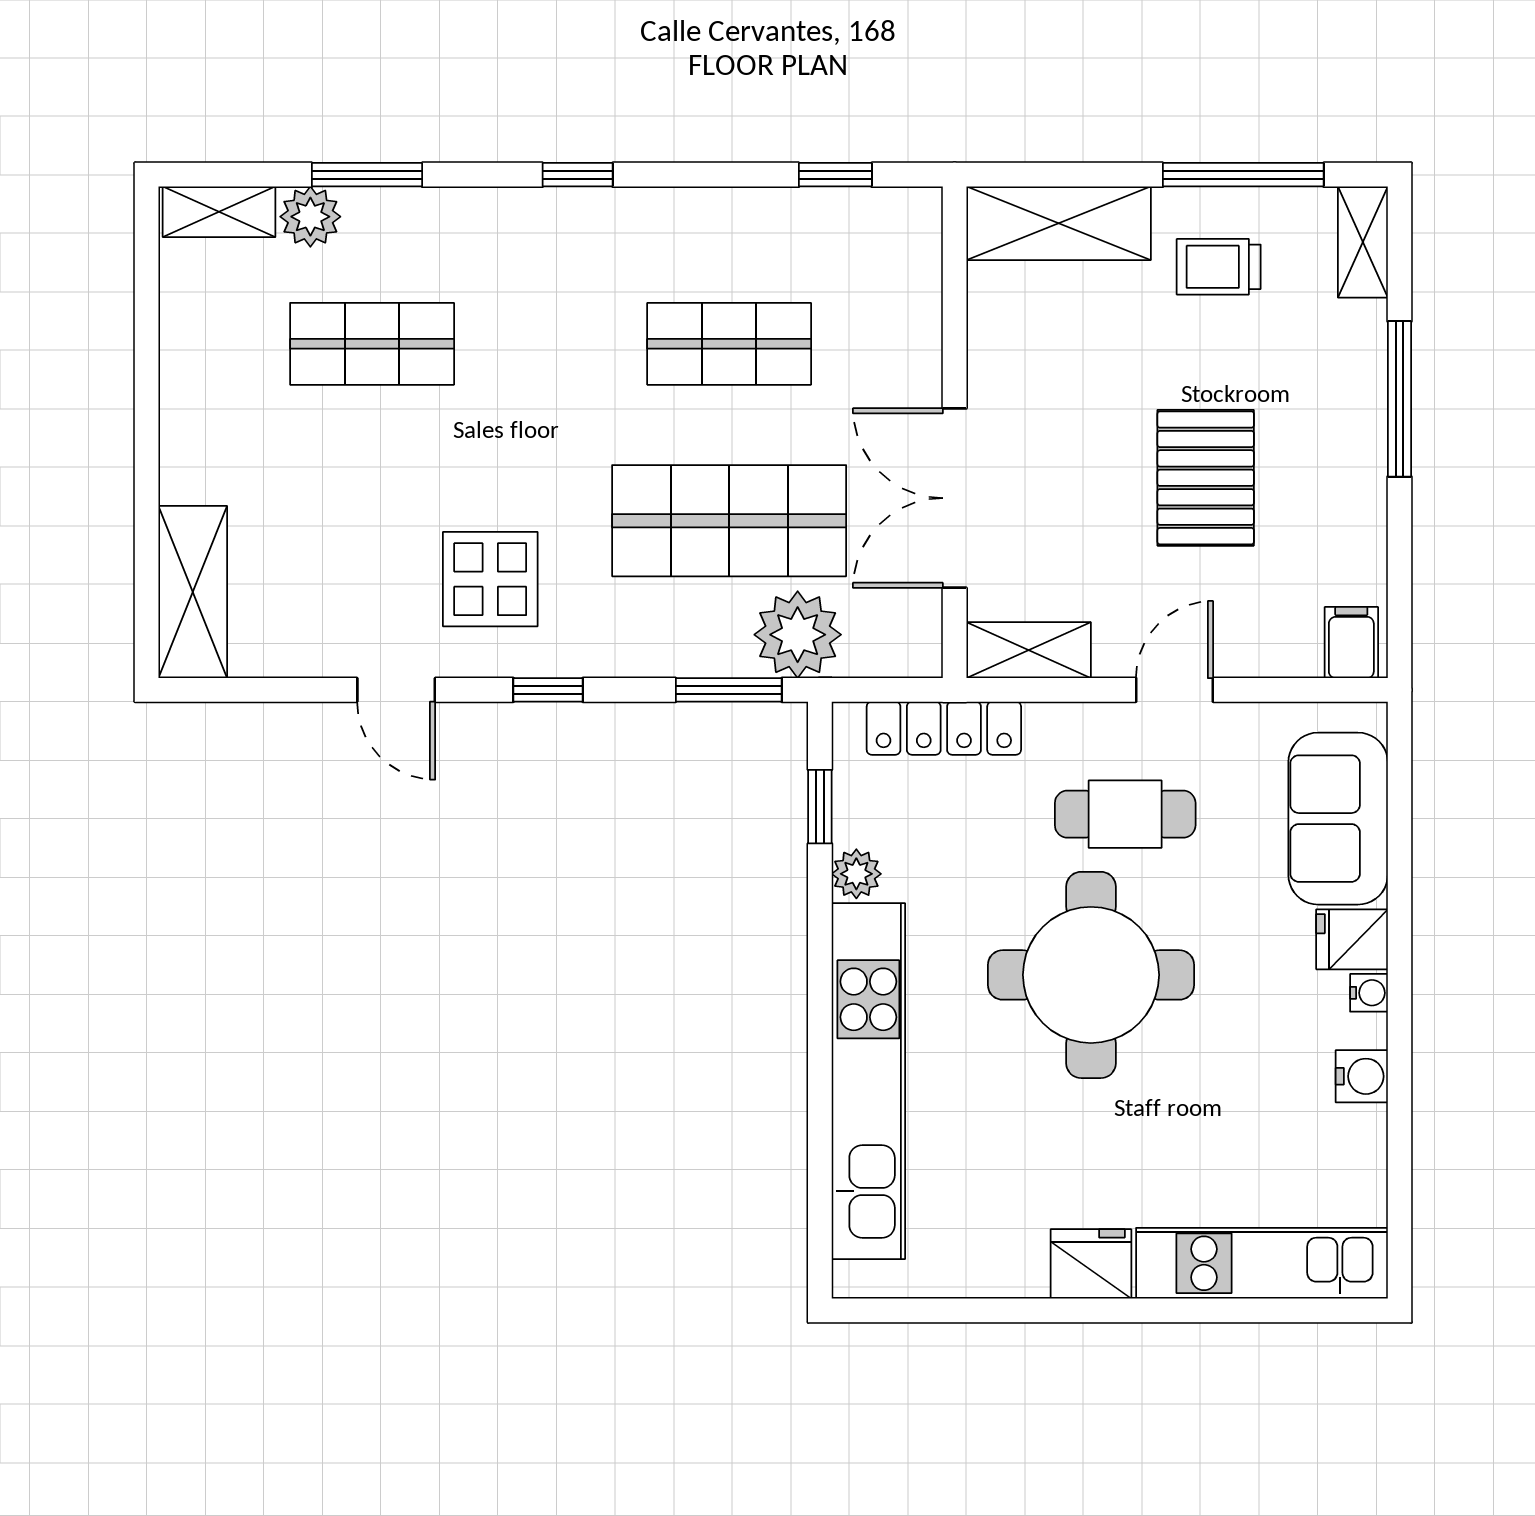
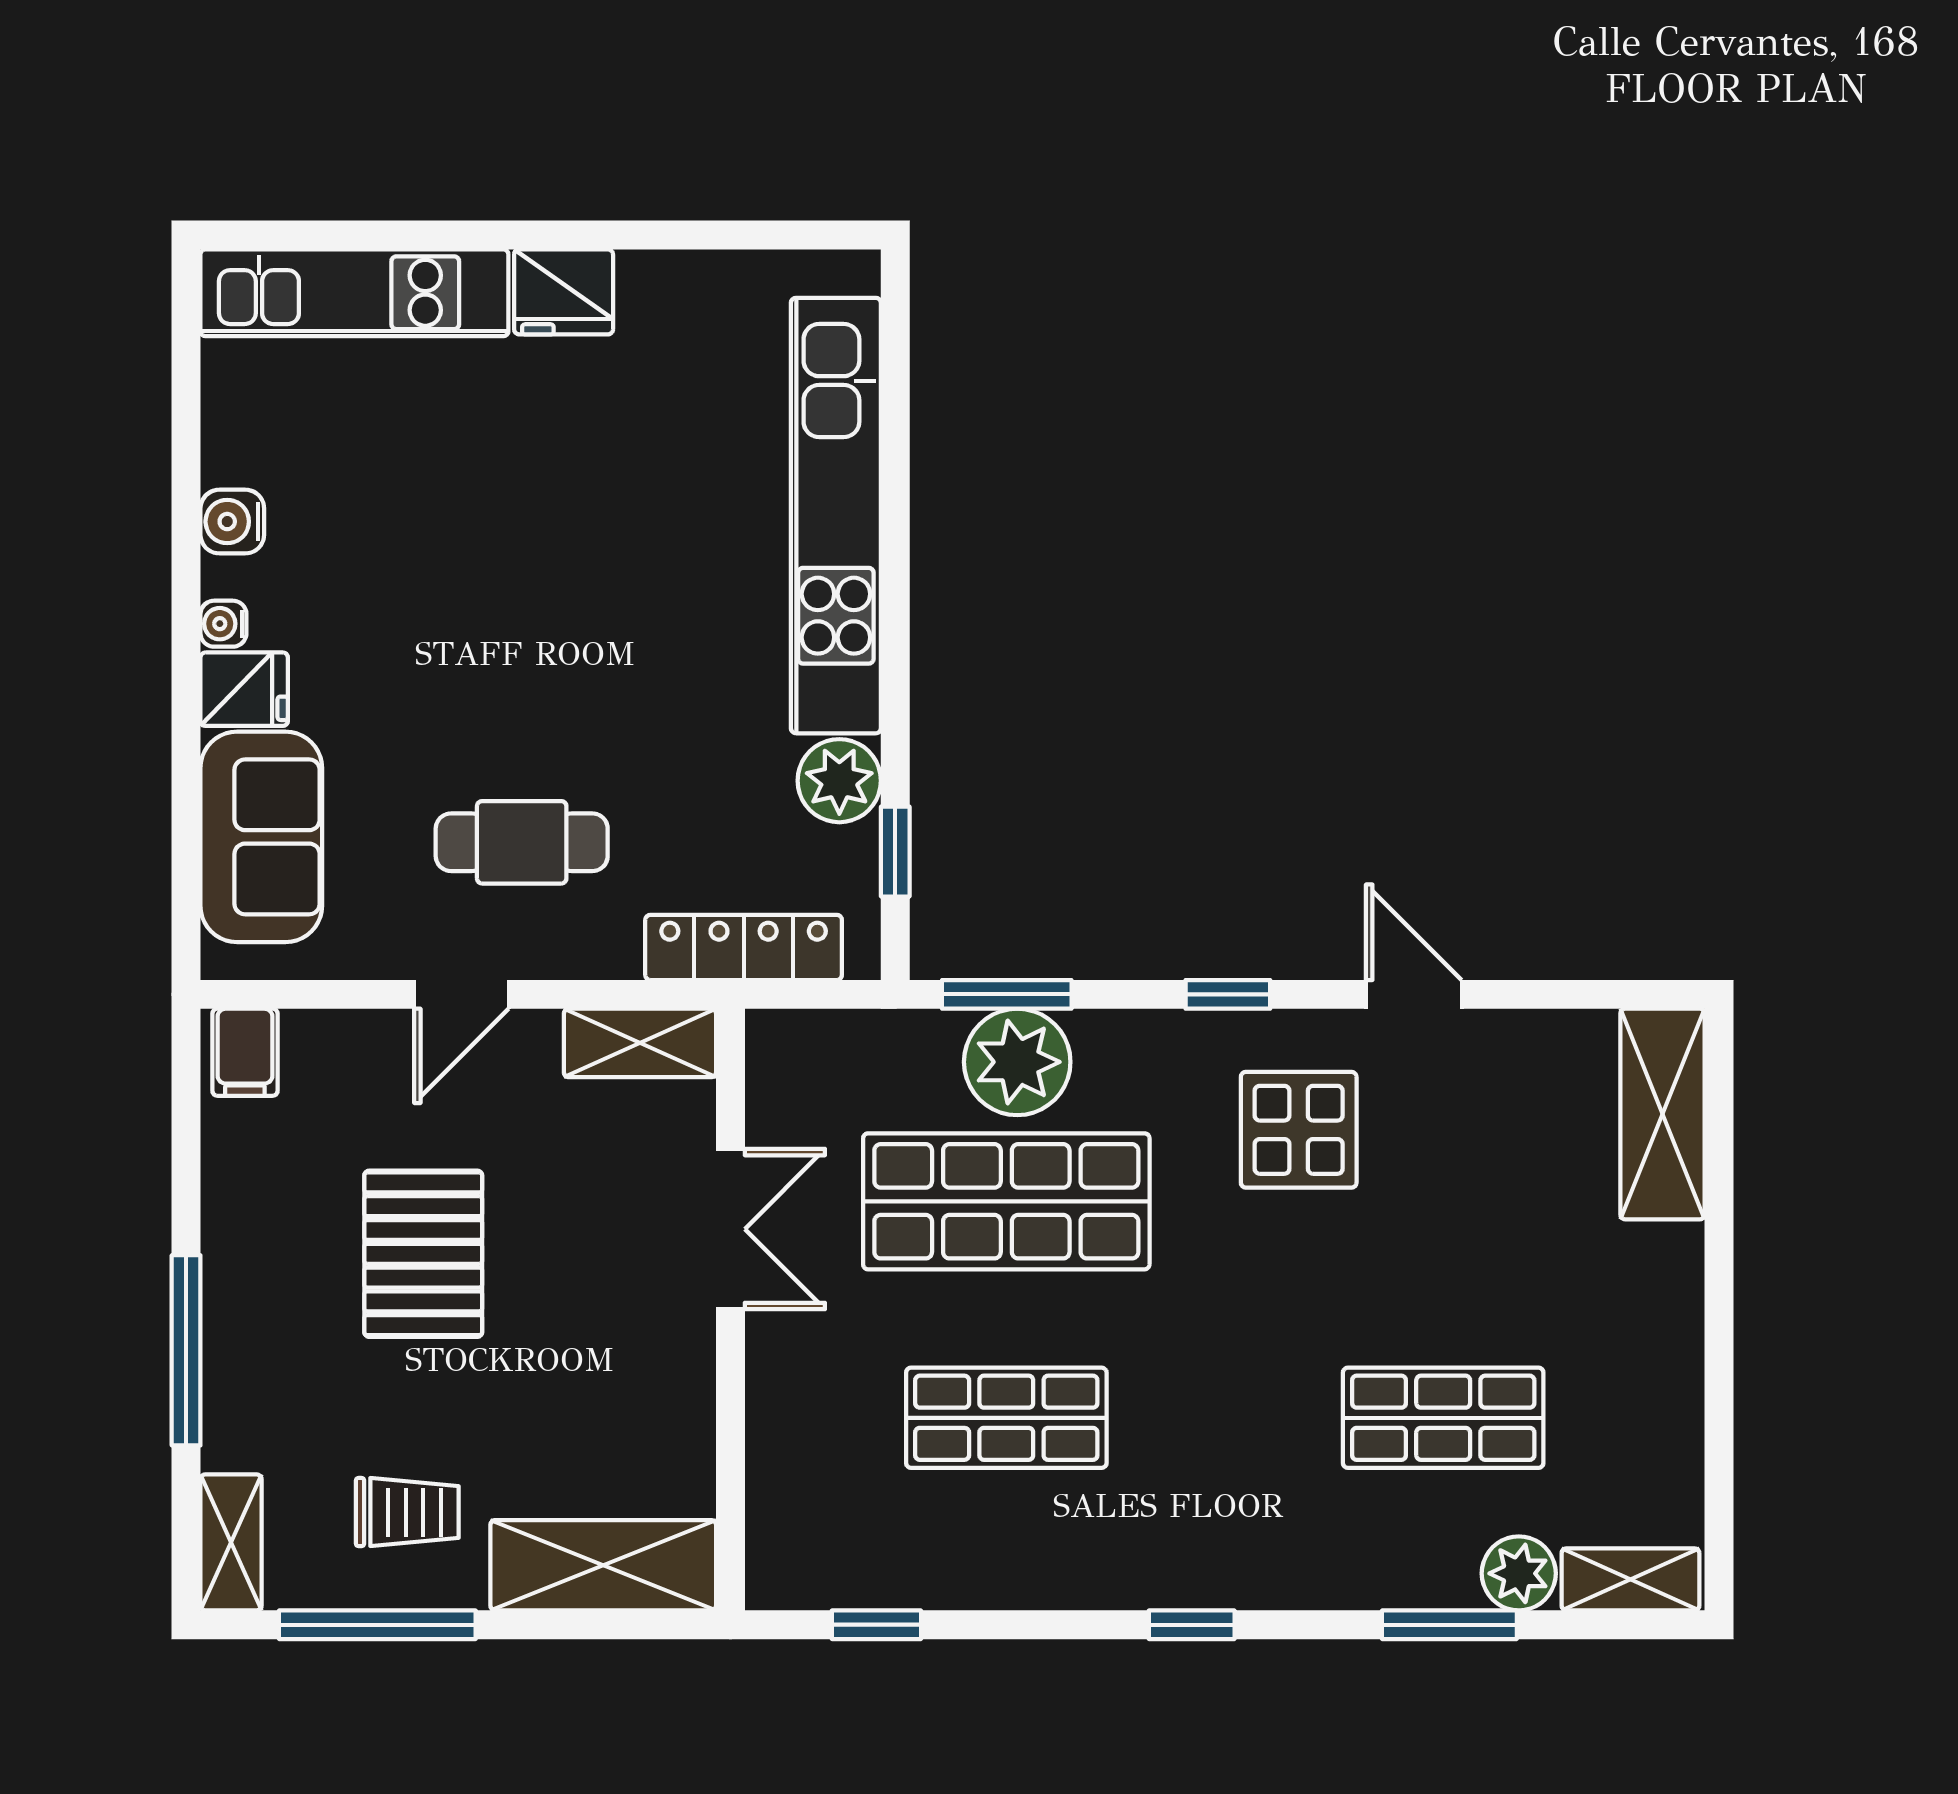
double door: (955, 498) -> (730, 1229), width x0.73
plant: (798, 635) -> (1017, 1062), moved
plant: (856, 874) -> (839, 781), width x1.38, depth x1.38
round table: (1091, 975) -> (564, 646), removed

